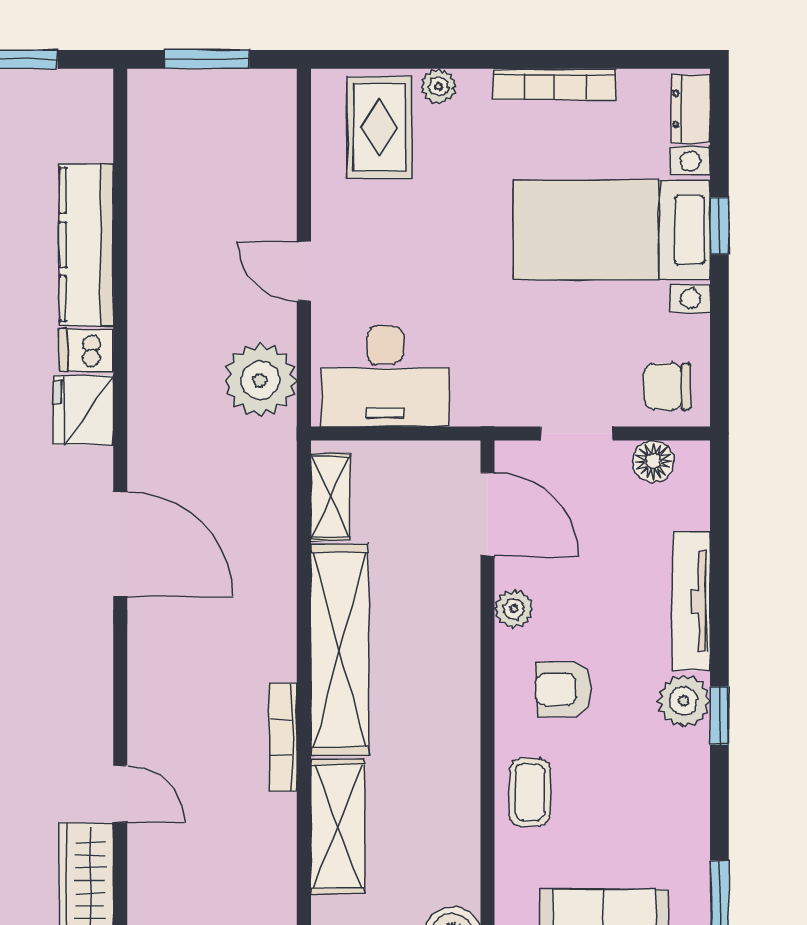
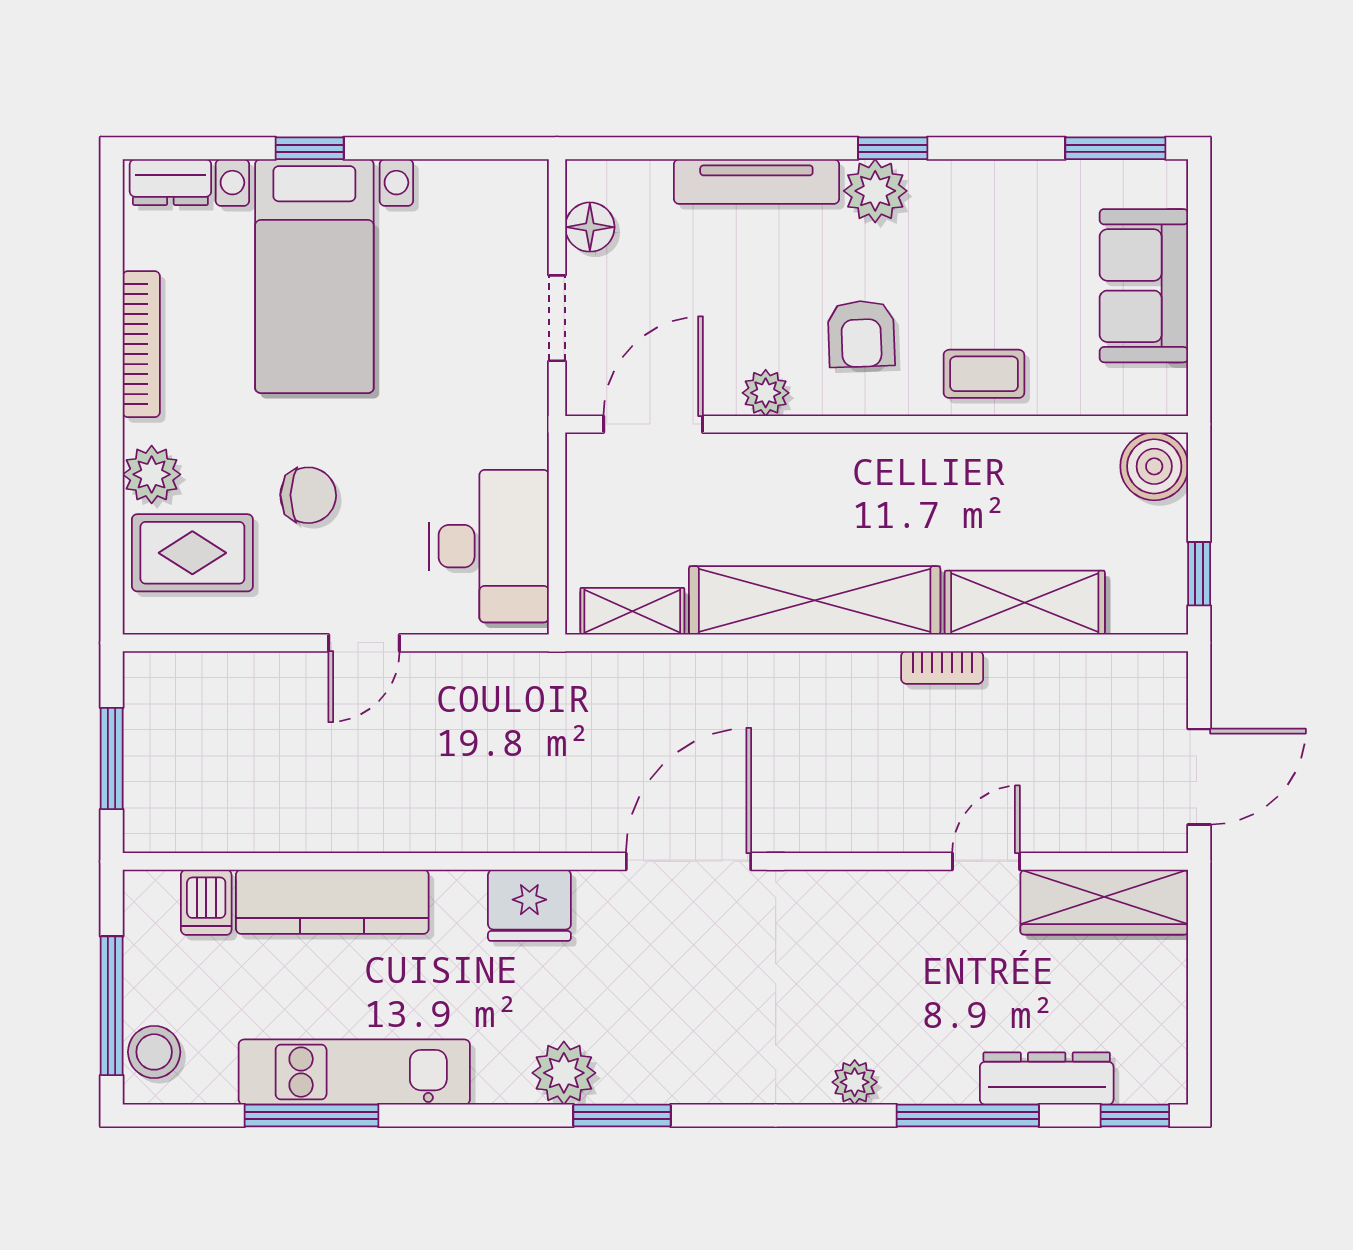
plant: (439, 86) -> (152, 474), width x1.38, depth x1.38
dishwasher: (86, 351) -> (206, 902), moved
plant: (260, 380) -> (494, 695), removed
chair: (667, 386) -> (308, 495), moved, turned -89
bookcase: (283, 738) -> (942, 667), width x0.64

